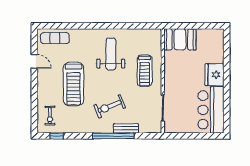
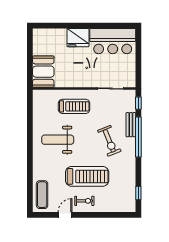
exercise bike: (50, 116) -> (84, 201), moved
window: (148, 136) -> (138, 103), added

